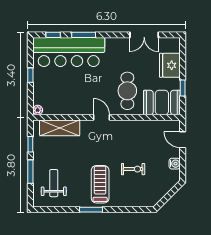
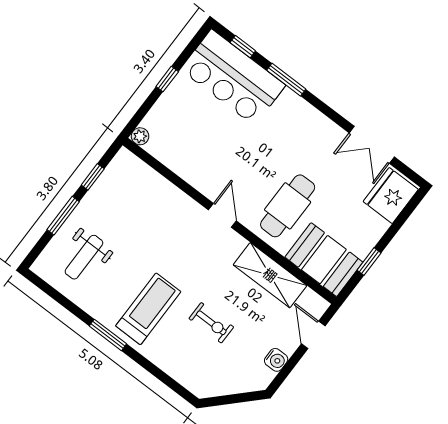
bar counter: (69, 52) -> (233, 77), width x0.73
fridge: (170, 65) -> (391, 196), moved
shelving: (60, 128) -> (270, 275), moved
weight bench: (54, 183) -> (84, 257), turned 180

